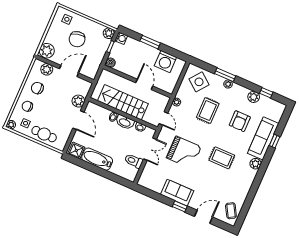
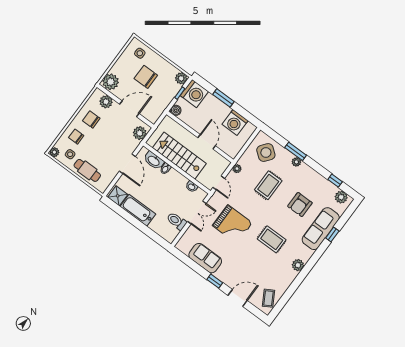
washing machine: (121, 38) -> (194, 93), width x1.89, depth x1.89
chair: (77, 39) -> (146, 77), turned 103
plant: (254, 97) -> (341, 197), moved
plant: (78, 101) -> (140, 133), moved
washbasin: (125, 122) -> (154, 161), moved
plant: (255, 164) -> (298, 265), moved
sofa: (177, 193) -> (205, 258), moved

